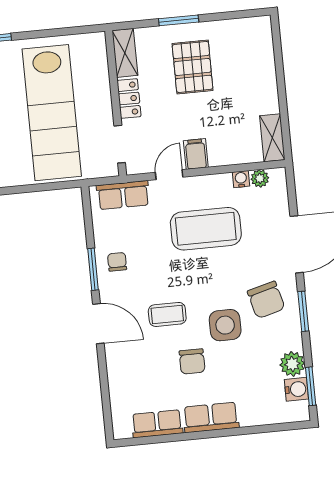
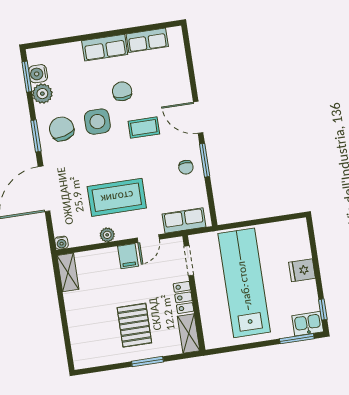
plant: (260, 178) -> (107, 235), moved
water cooler: (241, 179) -> (61, 243), moved
chair: (266, 300) -> (62, 129), moved

